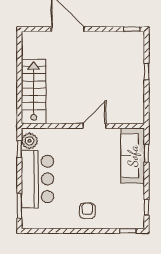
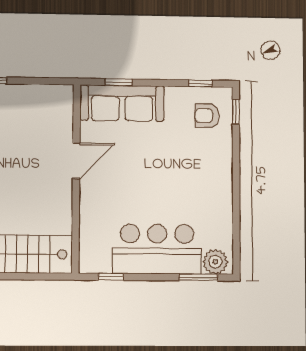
door: (94, 126) -> (76, 161), swing flipped
plant: (30, 141) -> (215, 262), moved
armchair: (87, 211) -> (207, 116), moved

